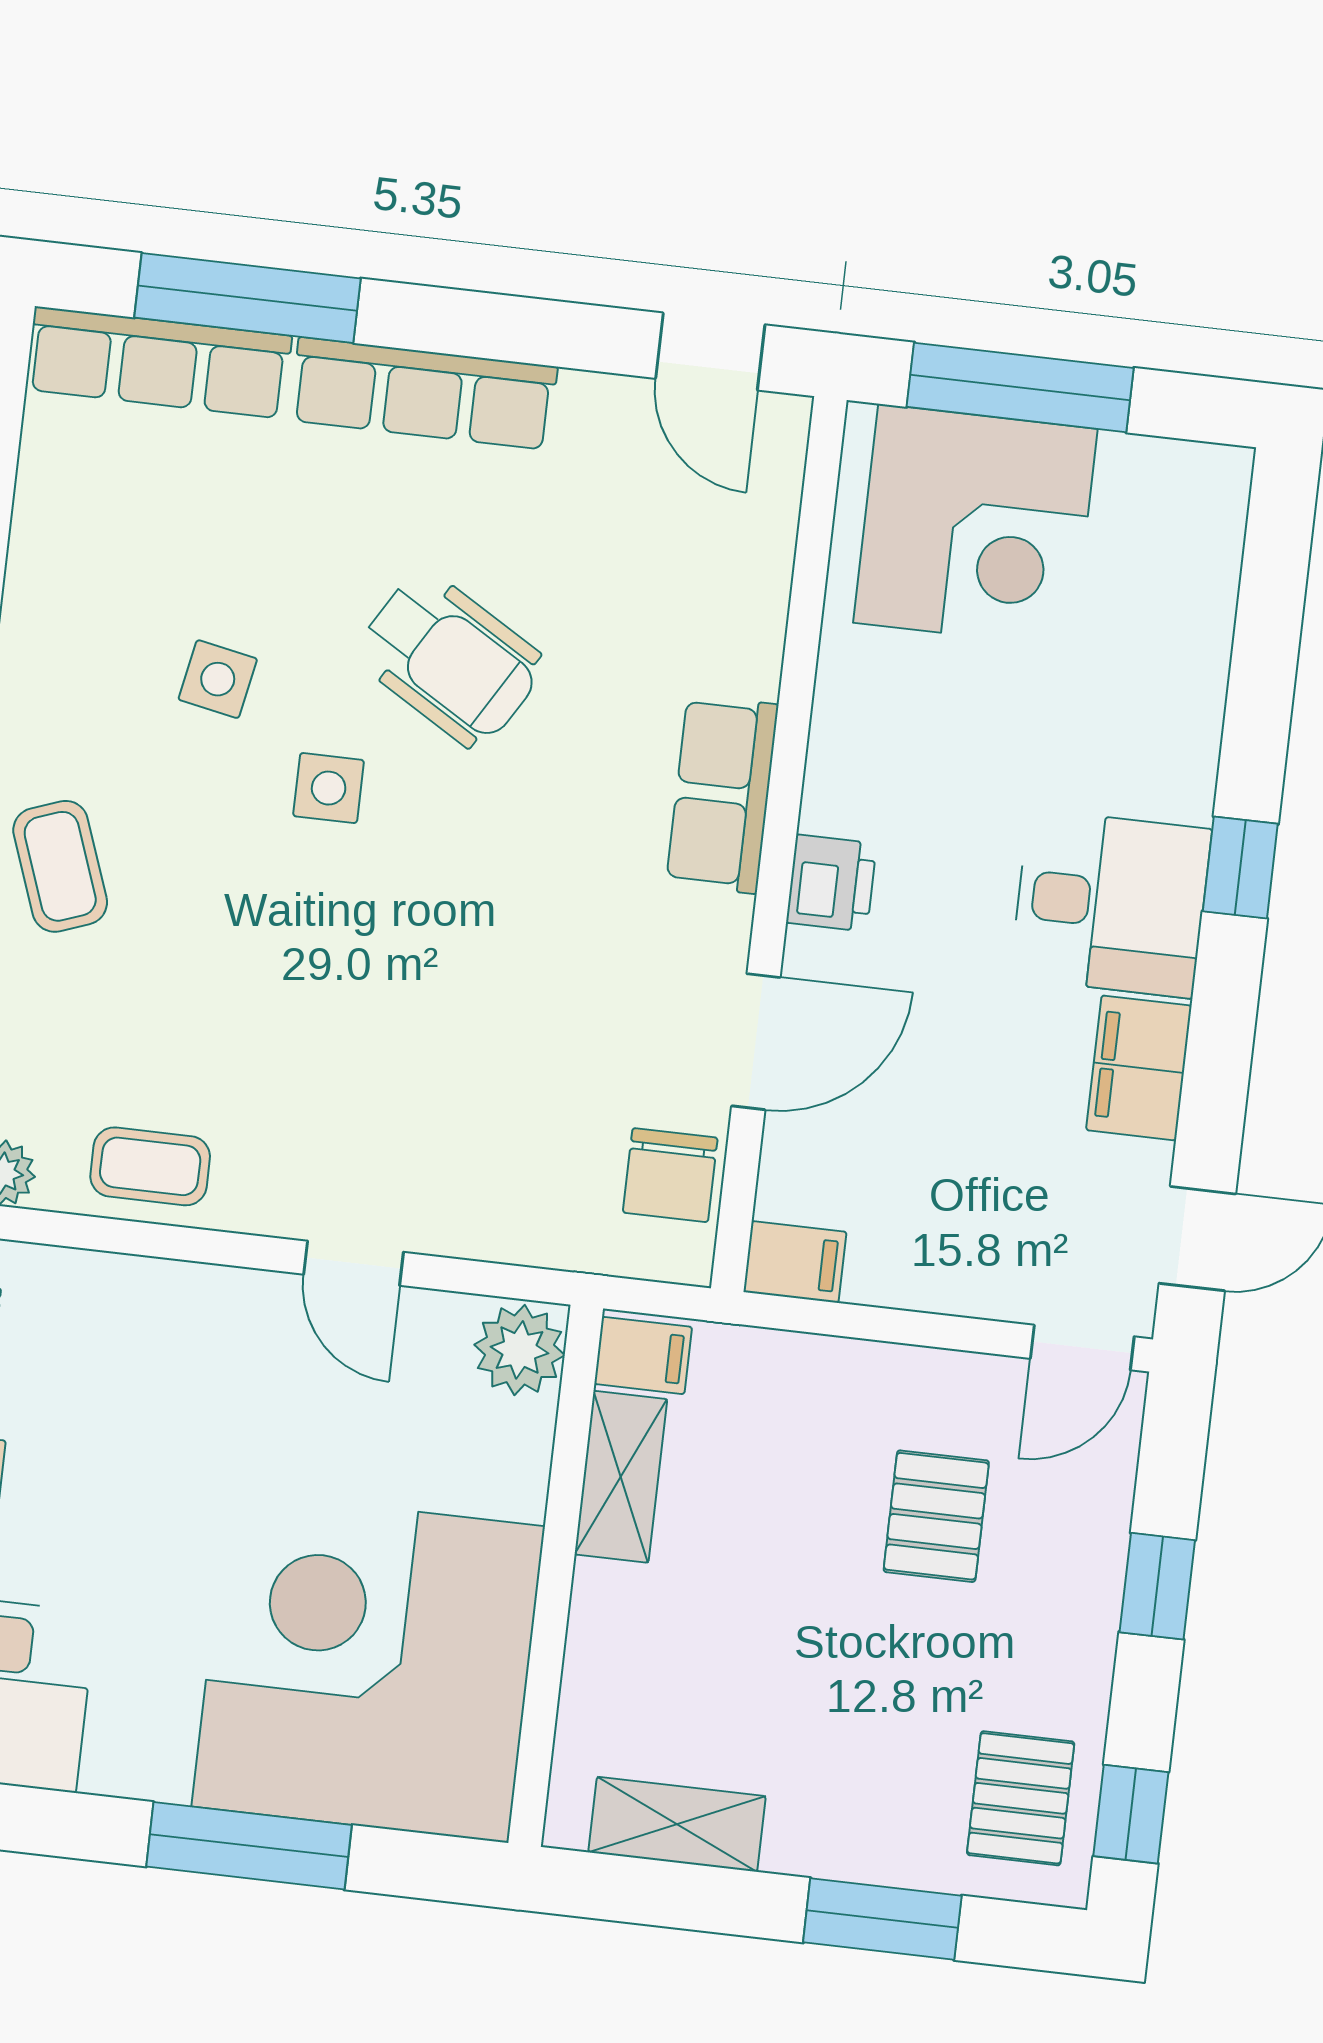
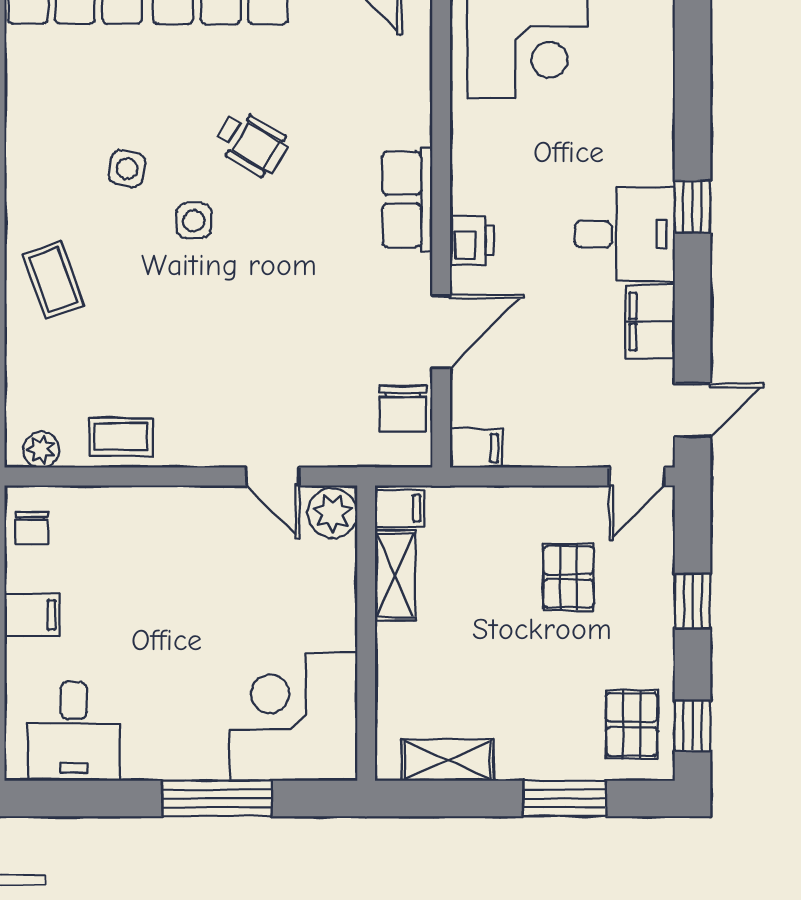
wheelchair: (450, 659) -> (251, 143), width x0.73, depth x0.73
door: (354, 1263) -> (273, 476), moved
corner desk: (368, 1666) -> (293, 717), width x0.74, depth x0.74

